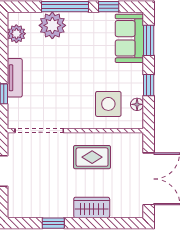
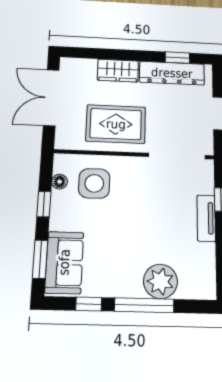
plant: (16, 34) -> (205, 272), removed
rug: (92, 157) -> (116, 124), width x1.36, depth x1.43
dresser: (44, 207) -> (172, 73), added
window: (53, 223) -> (177, 58), moved

